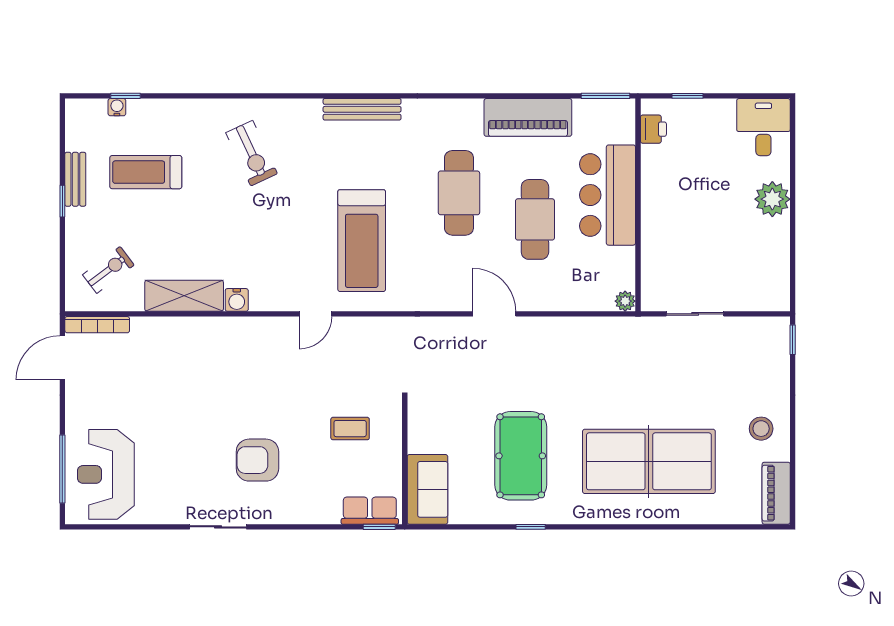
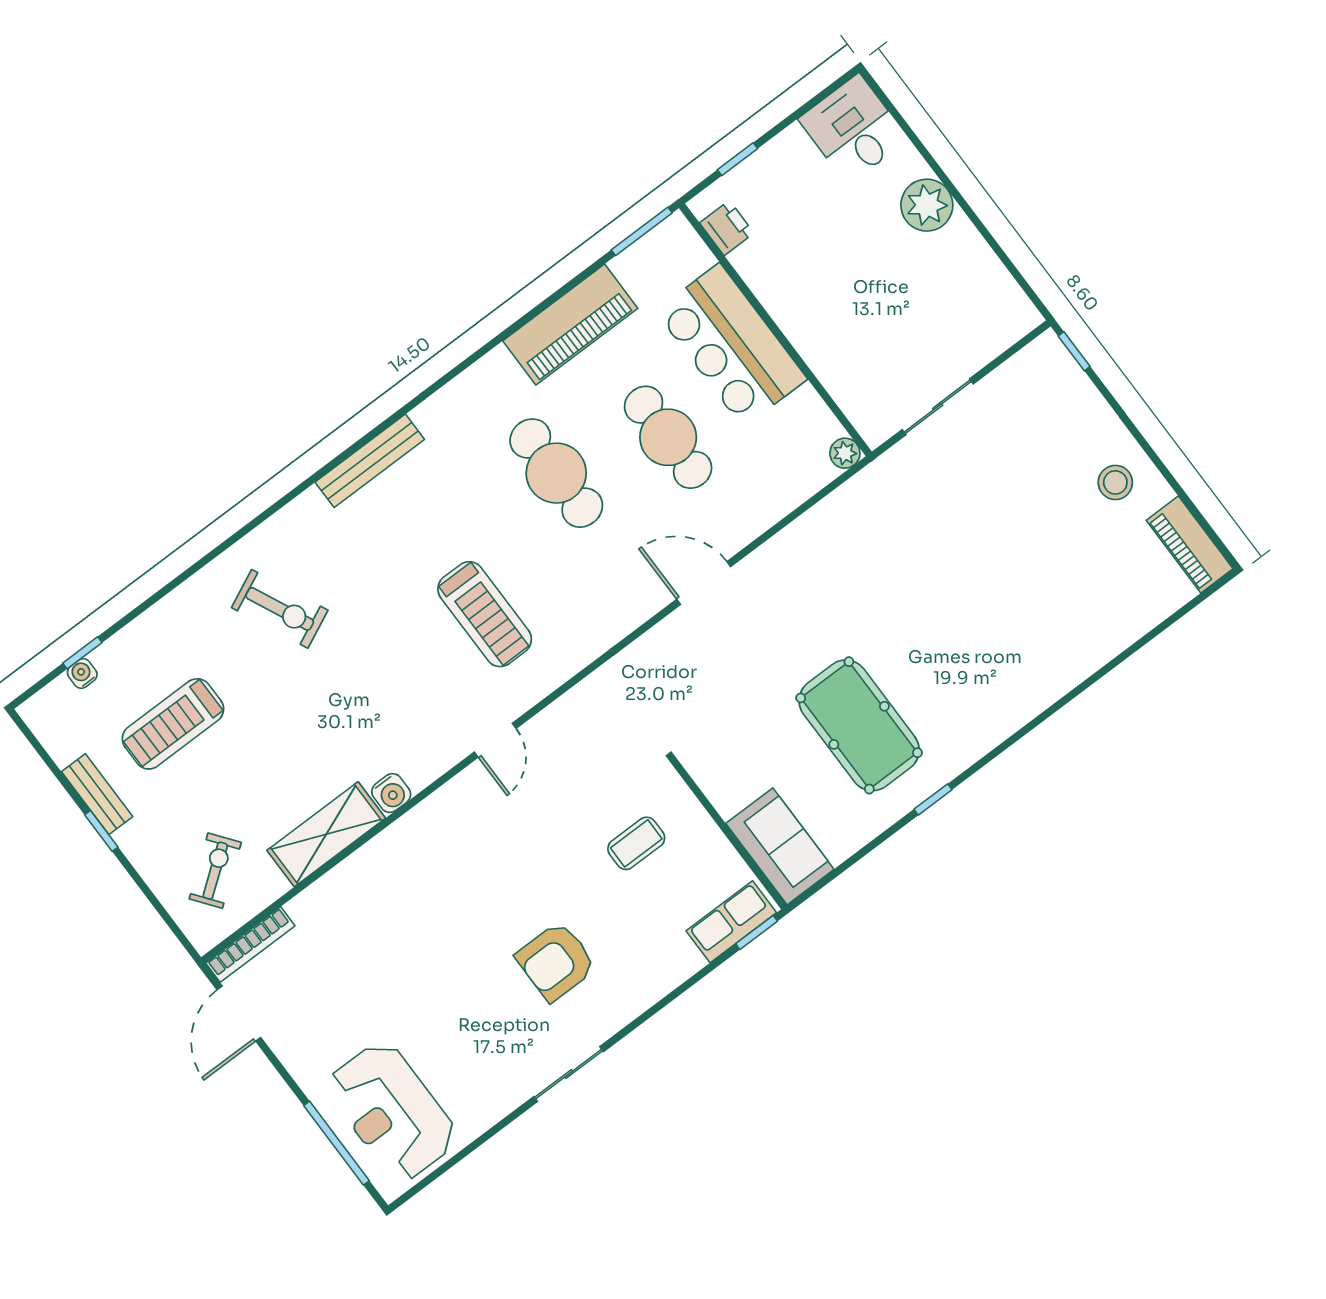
treadmill: (362, 241) -> (485, 614), width x0.73, depth x0.73
table tennis table: (649, 461) -> (1013, 619), removed

